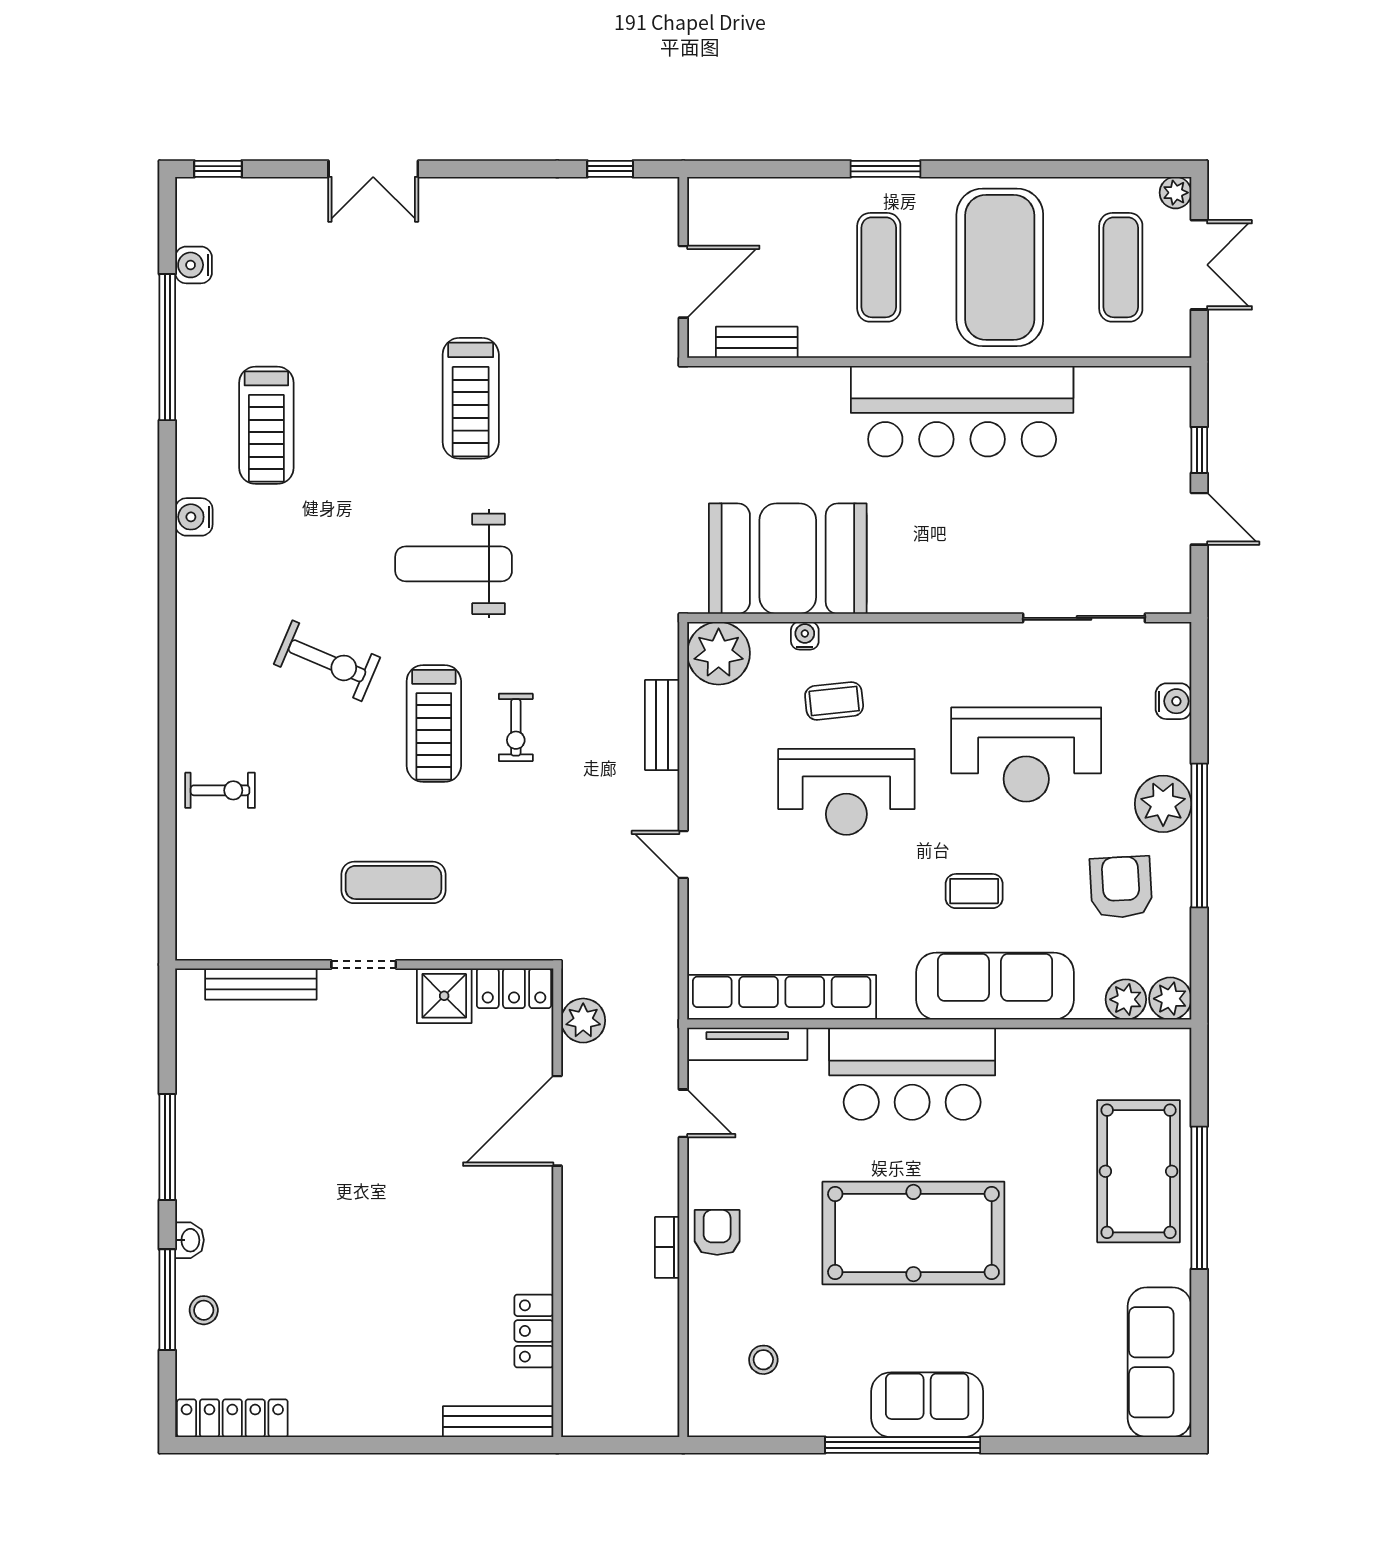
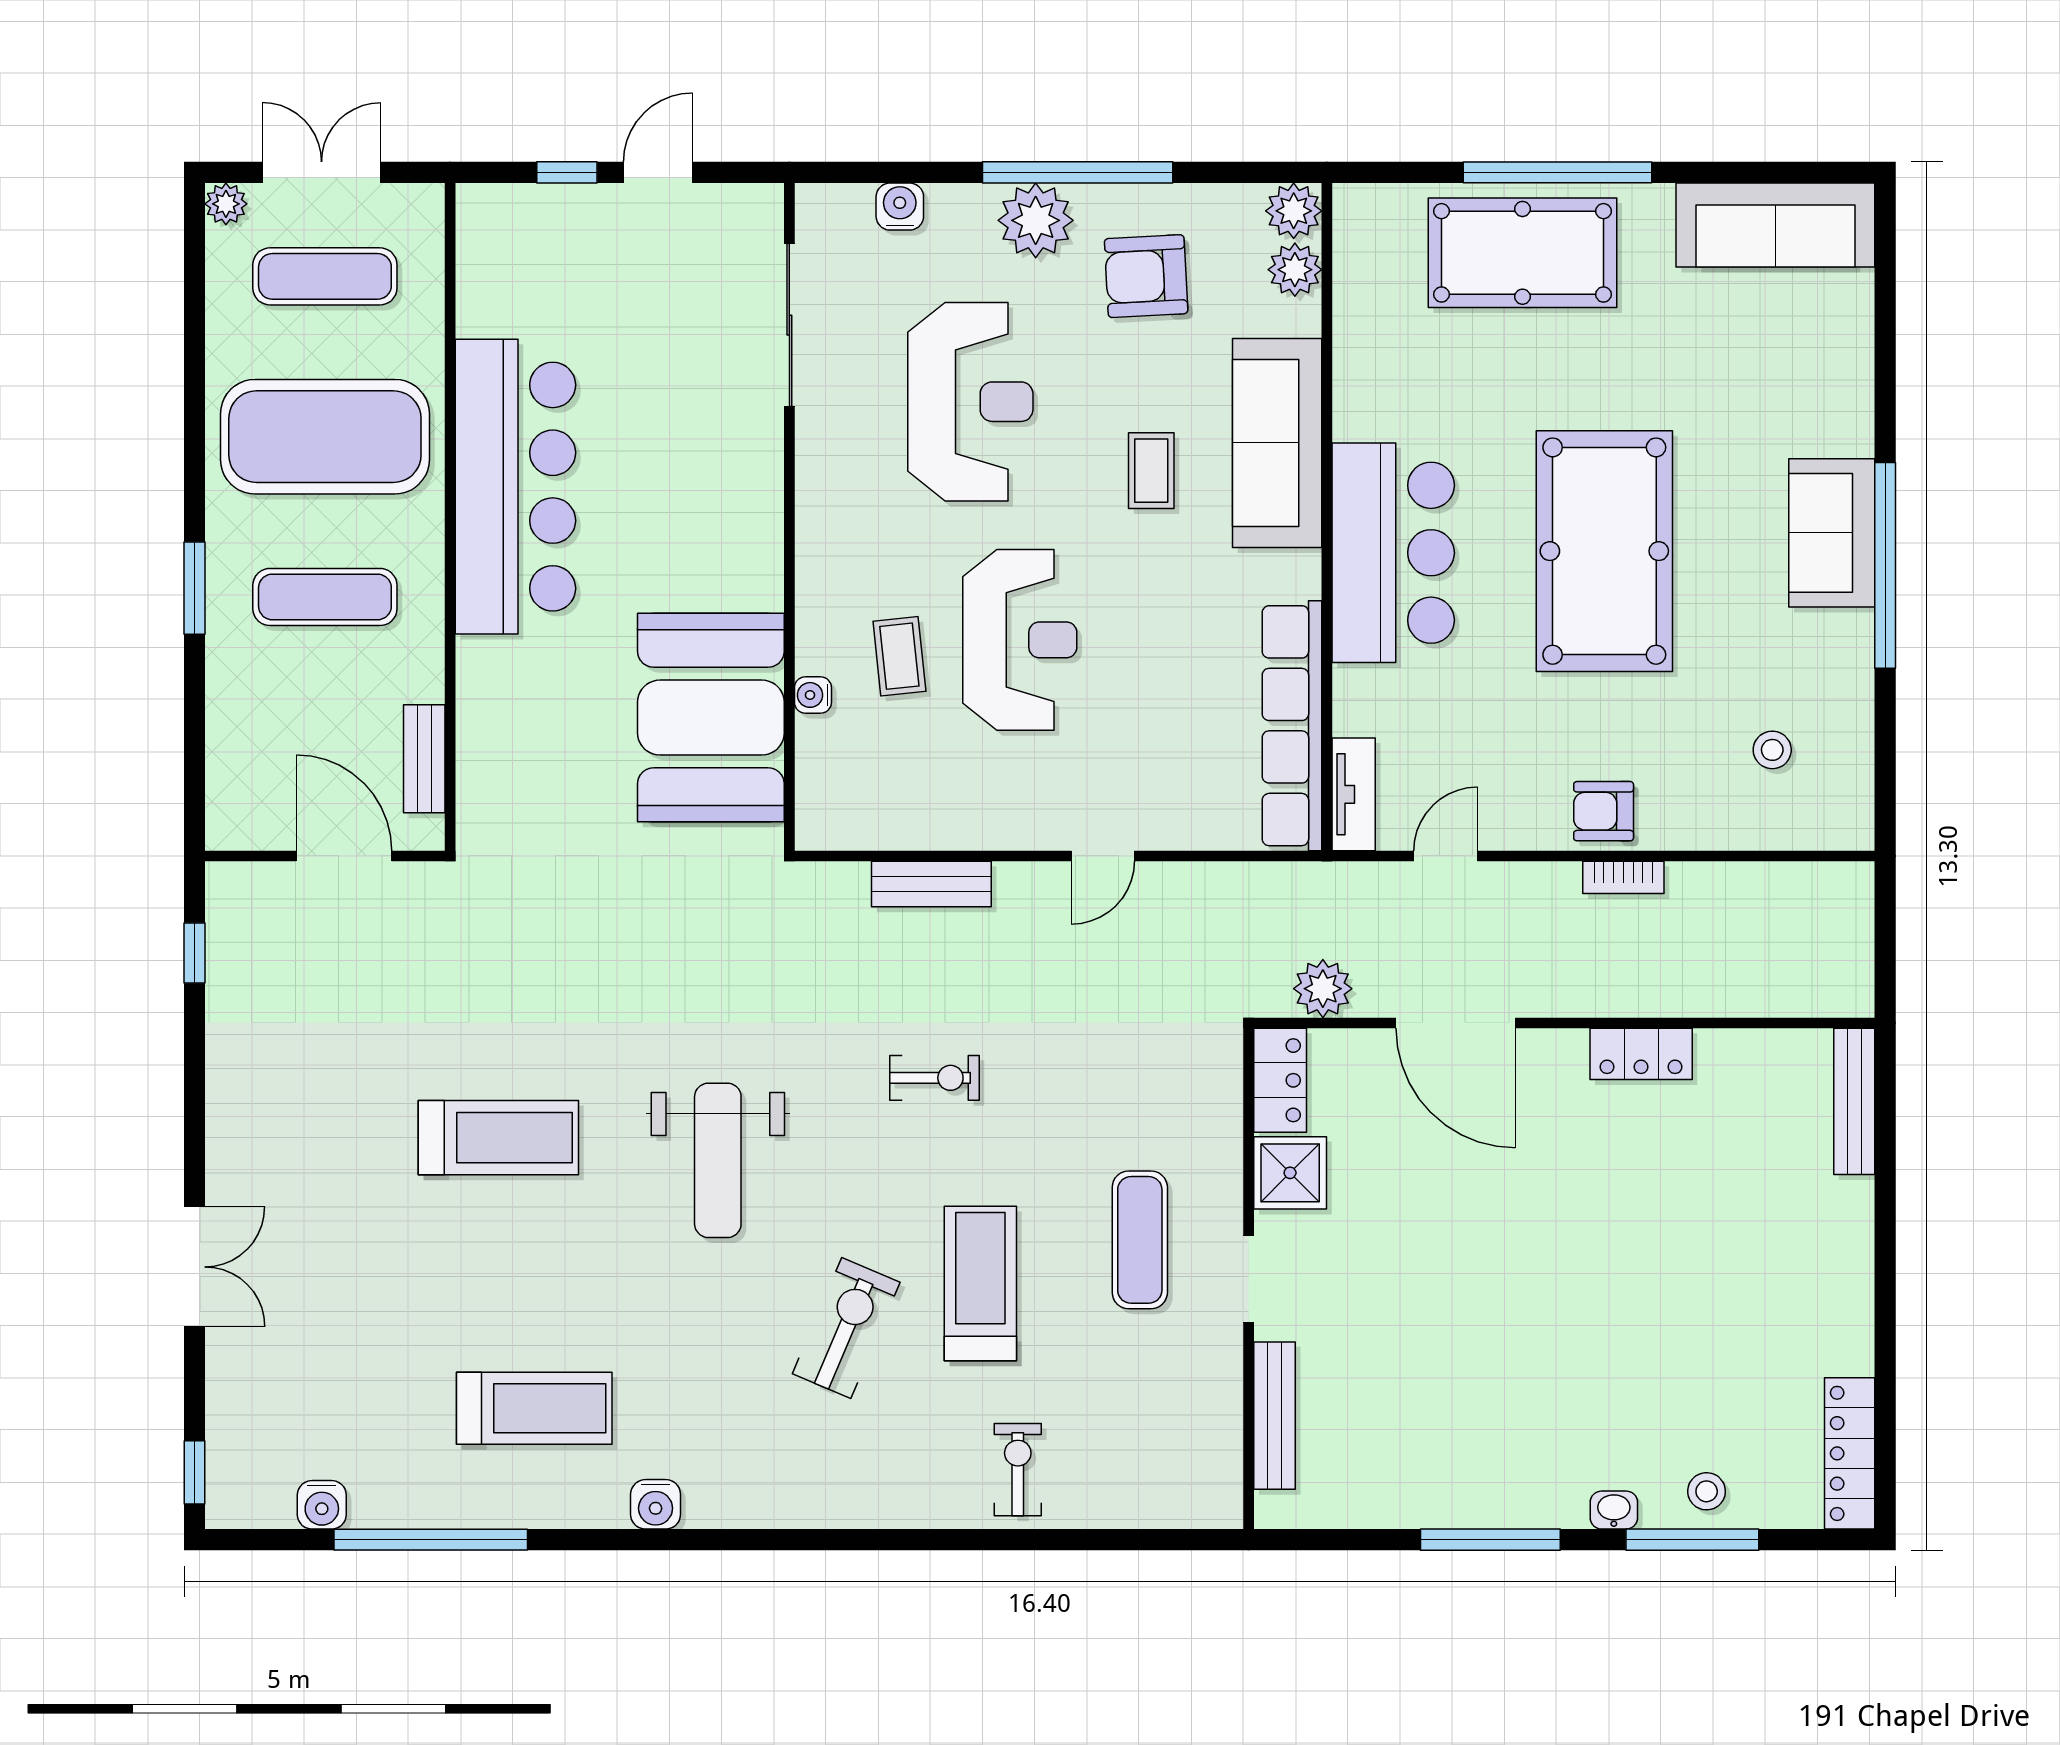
plant: (719, 653) -> (836, 809), removed
treadmill: (434, 723) -> (980, 1284), moved, turned -90
tv unit: (747, 1044) -> (1354, 794), width x0.71
locker: (534, 1331) -> (1641, 1054), moved

